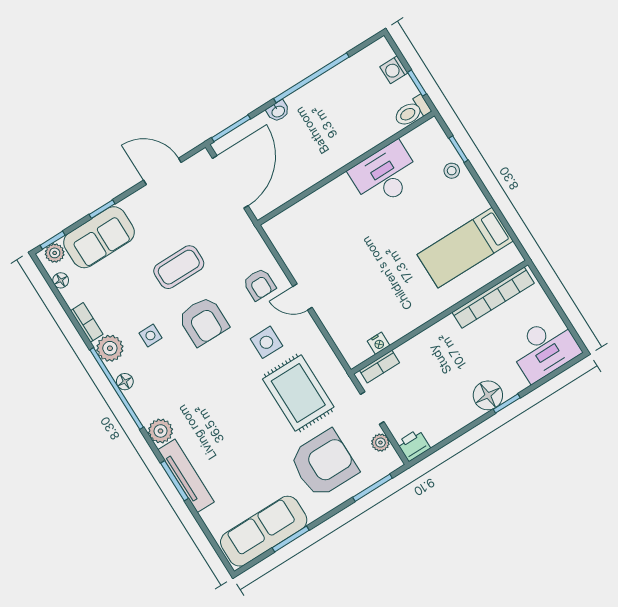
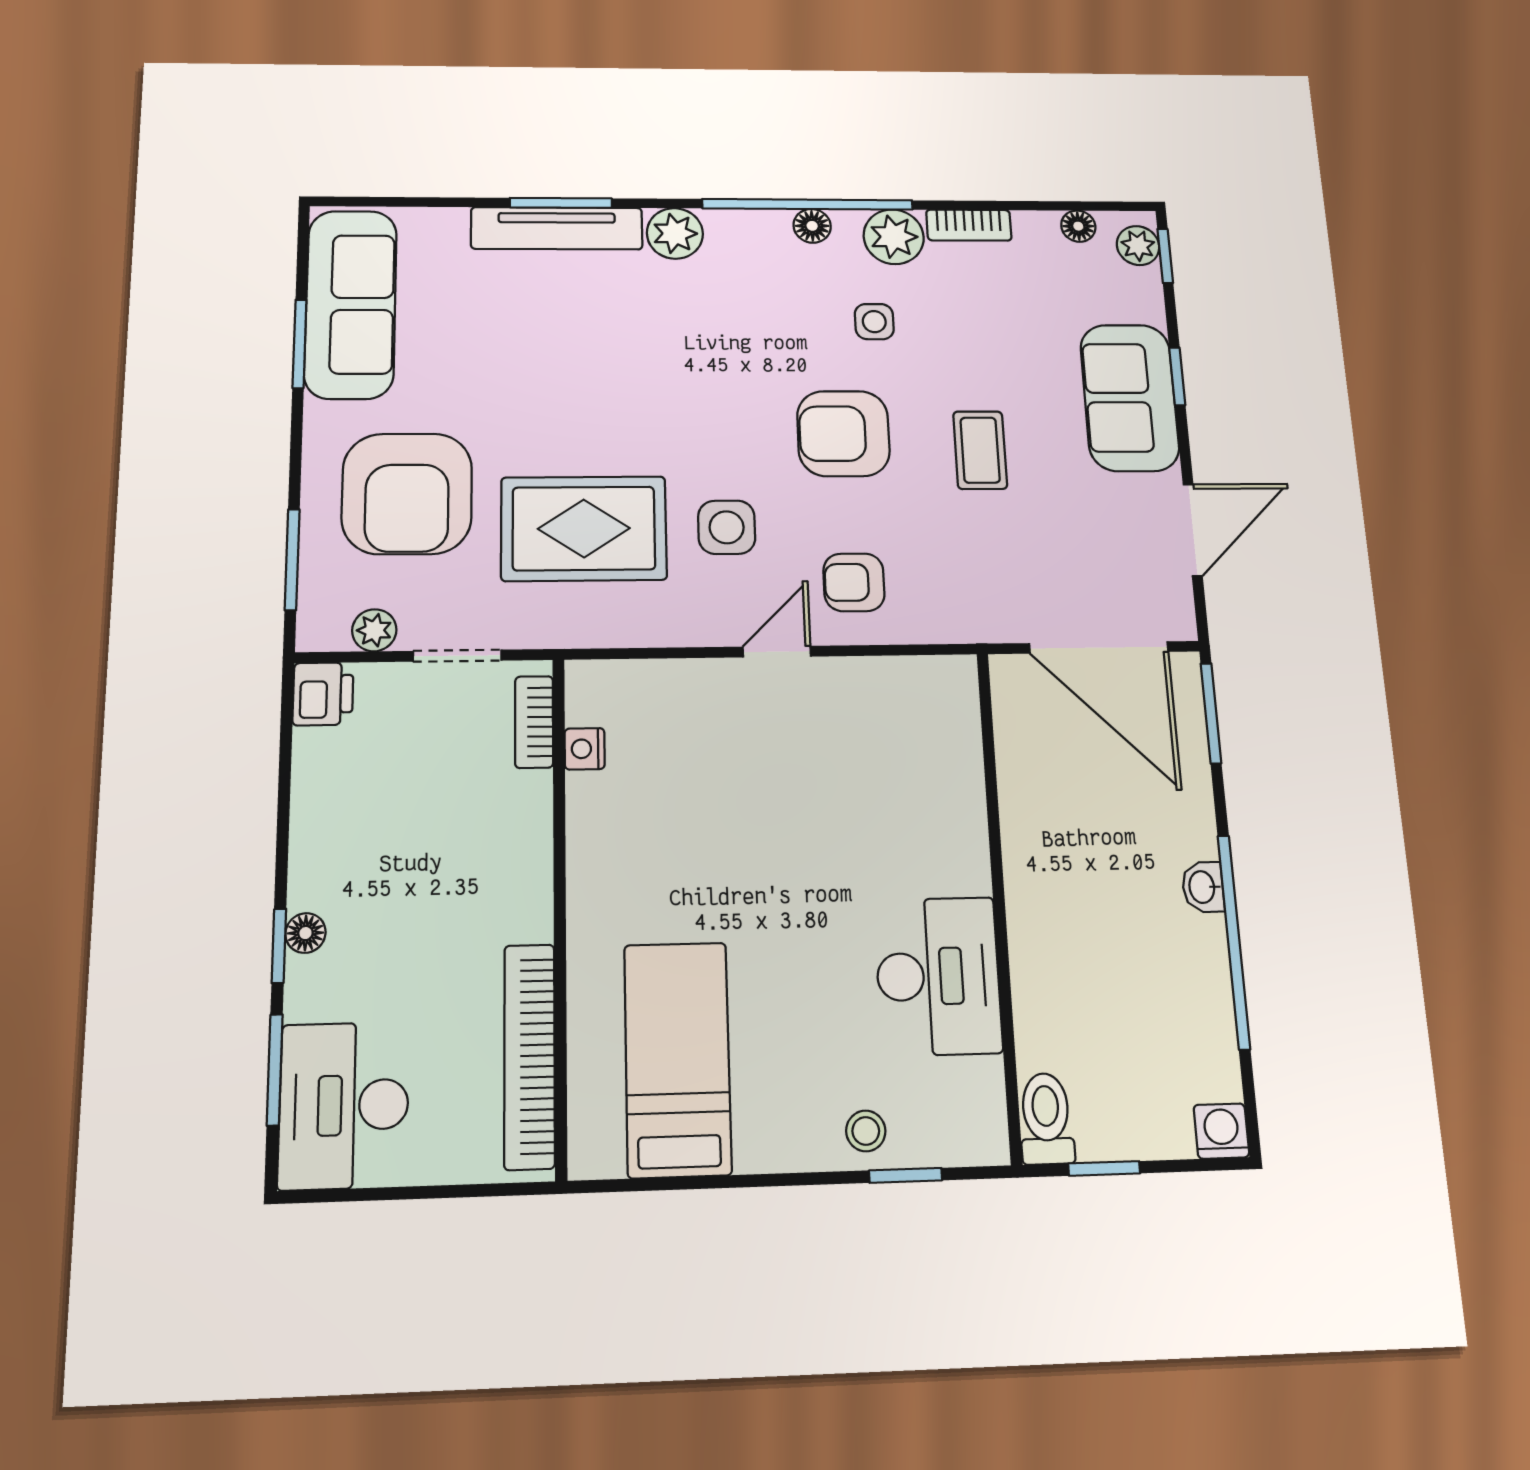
washing machine: (394, 70) -> (1221, 1131), moved
washbasin: (278, 111) -> (1203, 887), moved
sofa: (99, 237) -> (1130, 398), moved
coffee table: (179, 267) -> (980, 450), width x0.73, depth x0.77
window: (547, 378) -> (275, 1070), added
floor lamp: (488, 395) -> (305, 933), width x0.53, depth x0.53

